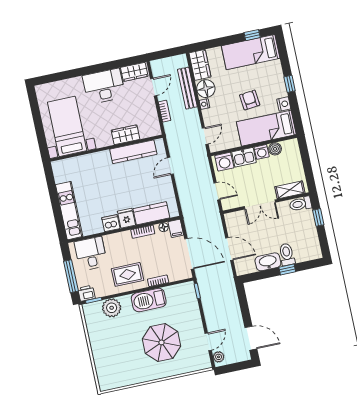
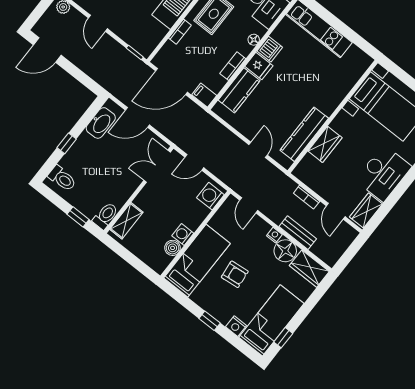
bench: (187, 88) -> (298, 233), width x0.73
nightstand: (284, 104) -> (236, 326), moved
kitchen sink: (244, 157) -> (195, 216), removed
double door: (260, 204) -> (157, 166), moved
floor lamp: (164, 227) -> (254, 40), moved
toilet: (287, 254) -> (62, 178), moved
washbasin: (268, 262) -> (101, 123), moved
door: (208, 342) -> (98, 23), moved

